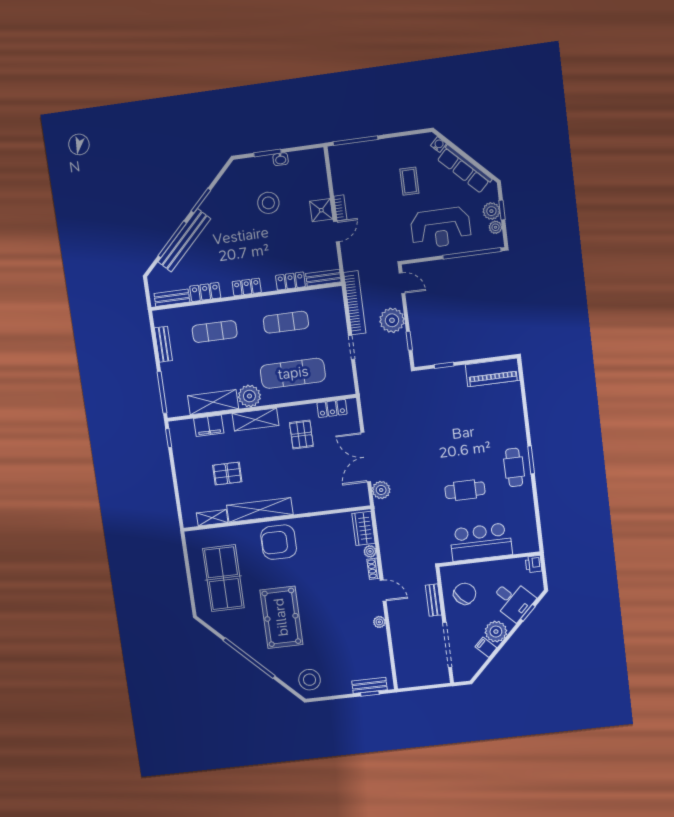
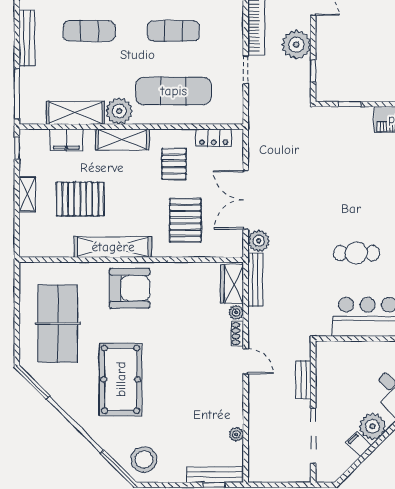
bench: (163, 344) -> (27, 38), width x1.36
pallet: (227, 474) -> (80, 199), width x1.50, depth x1.42
pallet: (317, 480) -> (185, 220), added
shelving: (212, 518) -> (27, 194), moved, turned 90
bench: (383, 522) -> (255, 280), added
armchair: (279, 542) -> (130, 288), turned 180
chair: (465, 594) -> (341, 376), removed
plant: (379, 622) -> (236, 434), moved
bench: (370, 685) -> (215, 475), width x1.36

